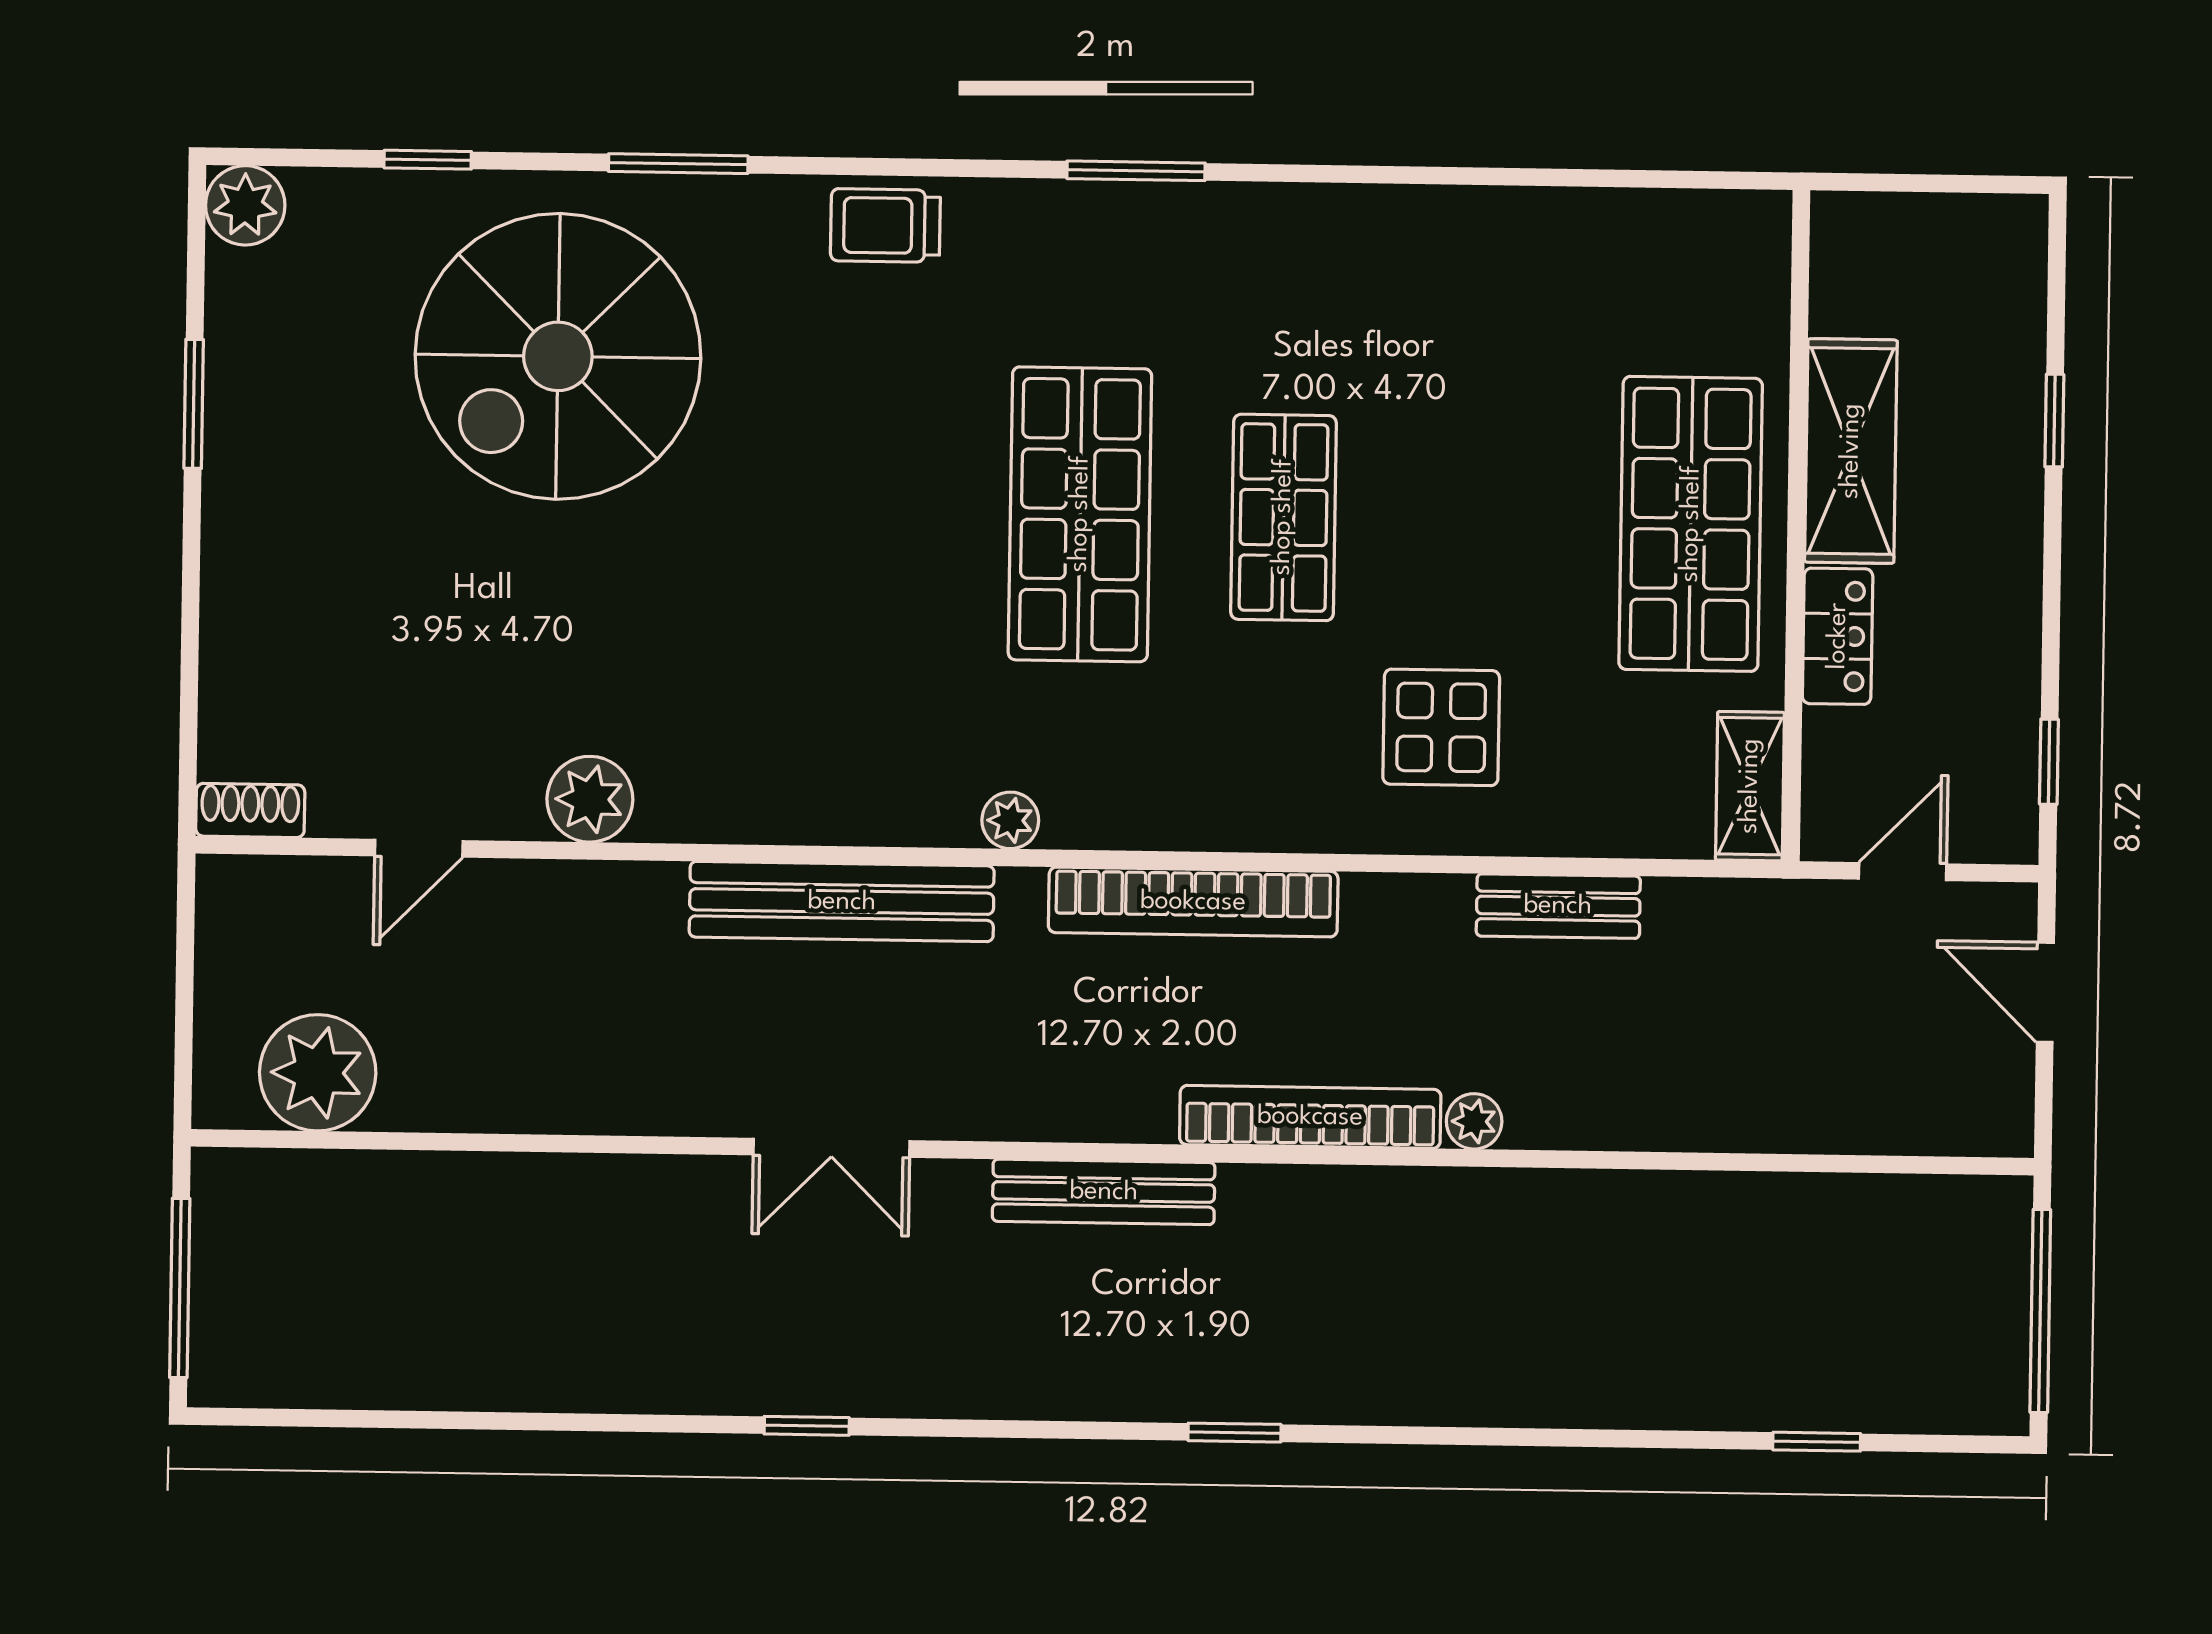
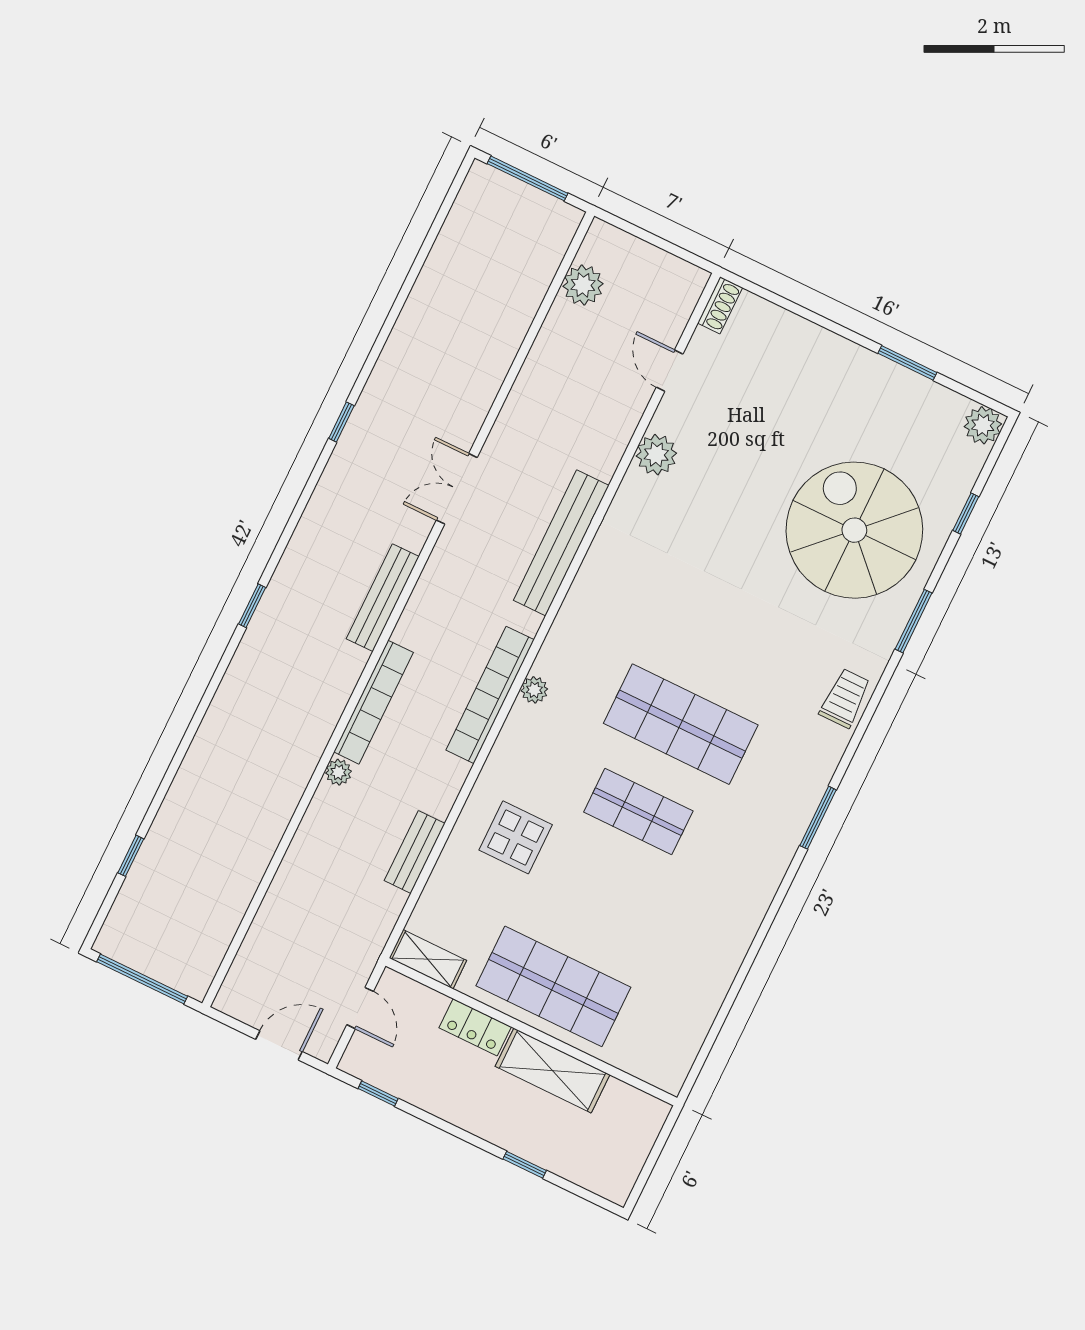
plant: (1010, 820) -> (534, 690), moved
plant: (318, 1073) -> (583, 285), width x0.73, depth x0.73

